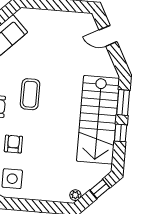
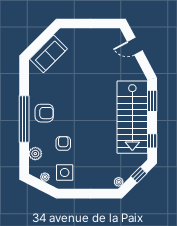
coffee table: (30, 94) -> (74, 101), removed
window: (121, 133) -> (152, 141), moved

